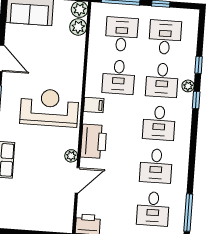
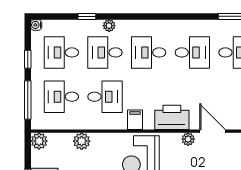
water cooler: (194, 14) -> (36, 25), added
plant: (78, 27) -> (82, 141), moved
desk: (162, 80) -> (105, 52), turned 180
window: (196, 100) -> (123, 16), removed
desk: (159, 123) -> (149, 52), turned 180

